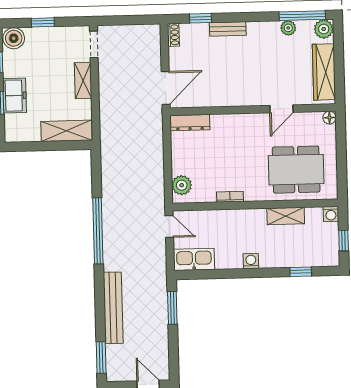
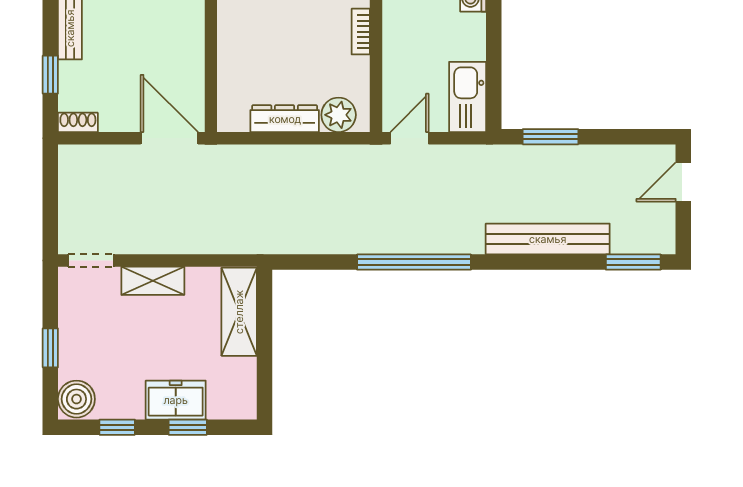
dresser: (190, 123) -> (285, 119), moved, turned -90

